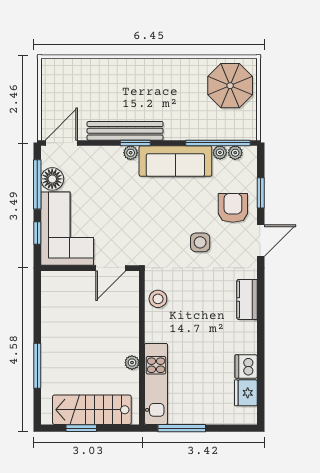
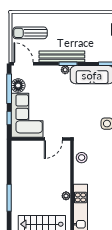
sun lounger: (72, 91) -> (30, 33), added
door: (61, 143) -> (24, 64), hinge flipped

